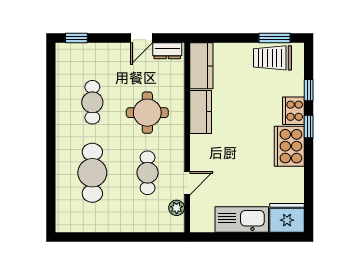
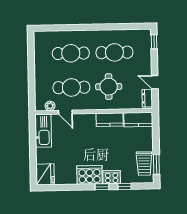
trolley: (272, 58) -> (144, 163), turned 180
cafe table: (92, 102) -> (114, 52), width x1.37, depth x1.35
cafe table: (148, 173) -> (71, 87), width x1.37, depth x1.35
kitchen sink: (242, 220) -> (43, 131), moved

